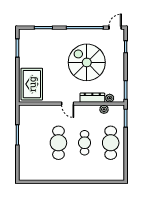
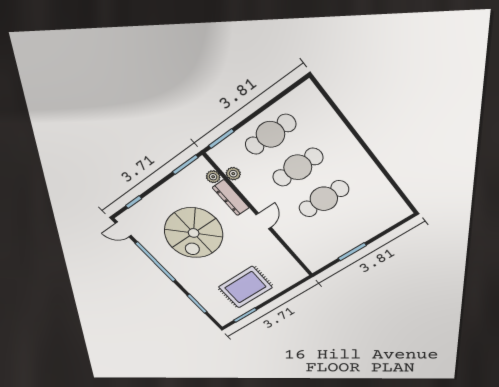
rug: (32, 84) -> (245, 287), moved
cafe table: (85, 143) -> (298, 167), width x1.37, depth x1.35

